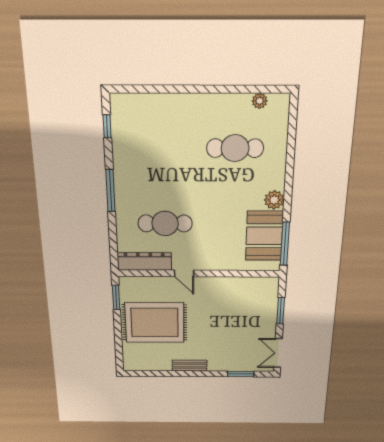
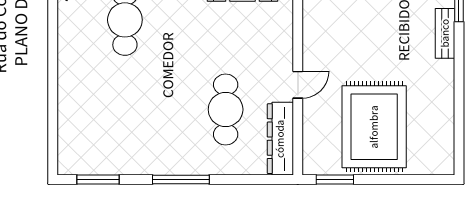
window: (107, 126) -> (98, 179), width x1.50
bench: (190, 366) -> (445, 33), moved

